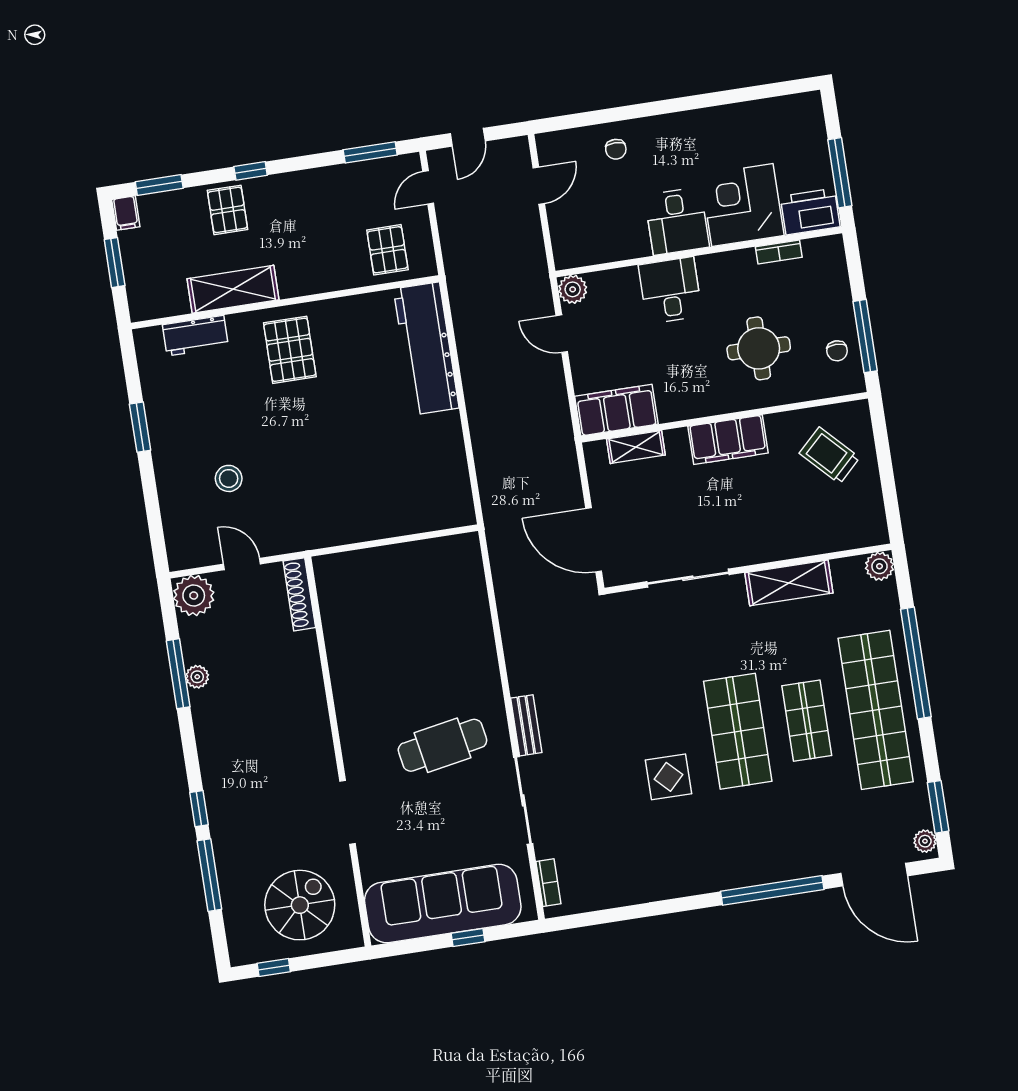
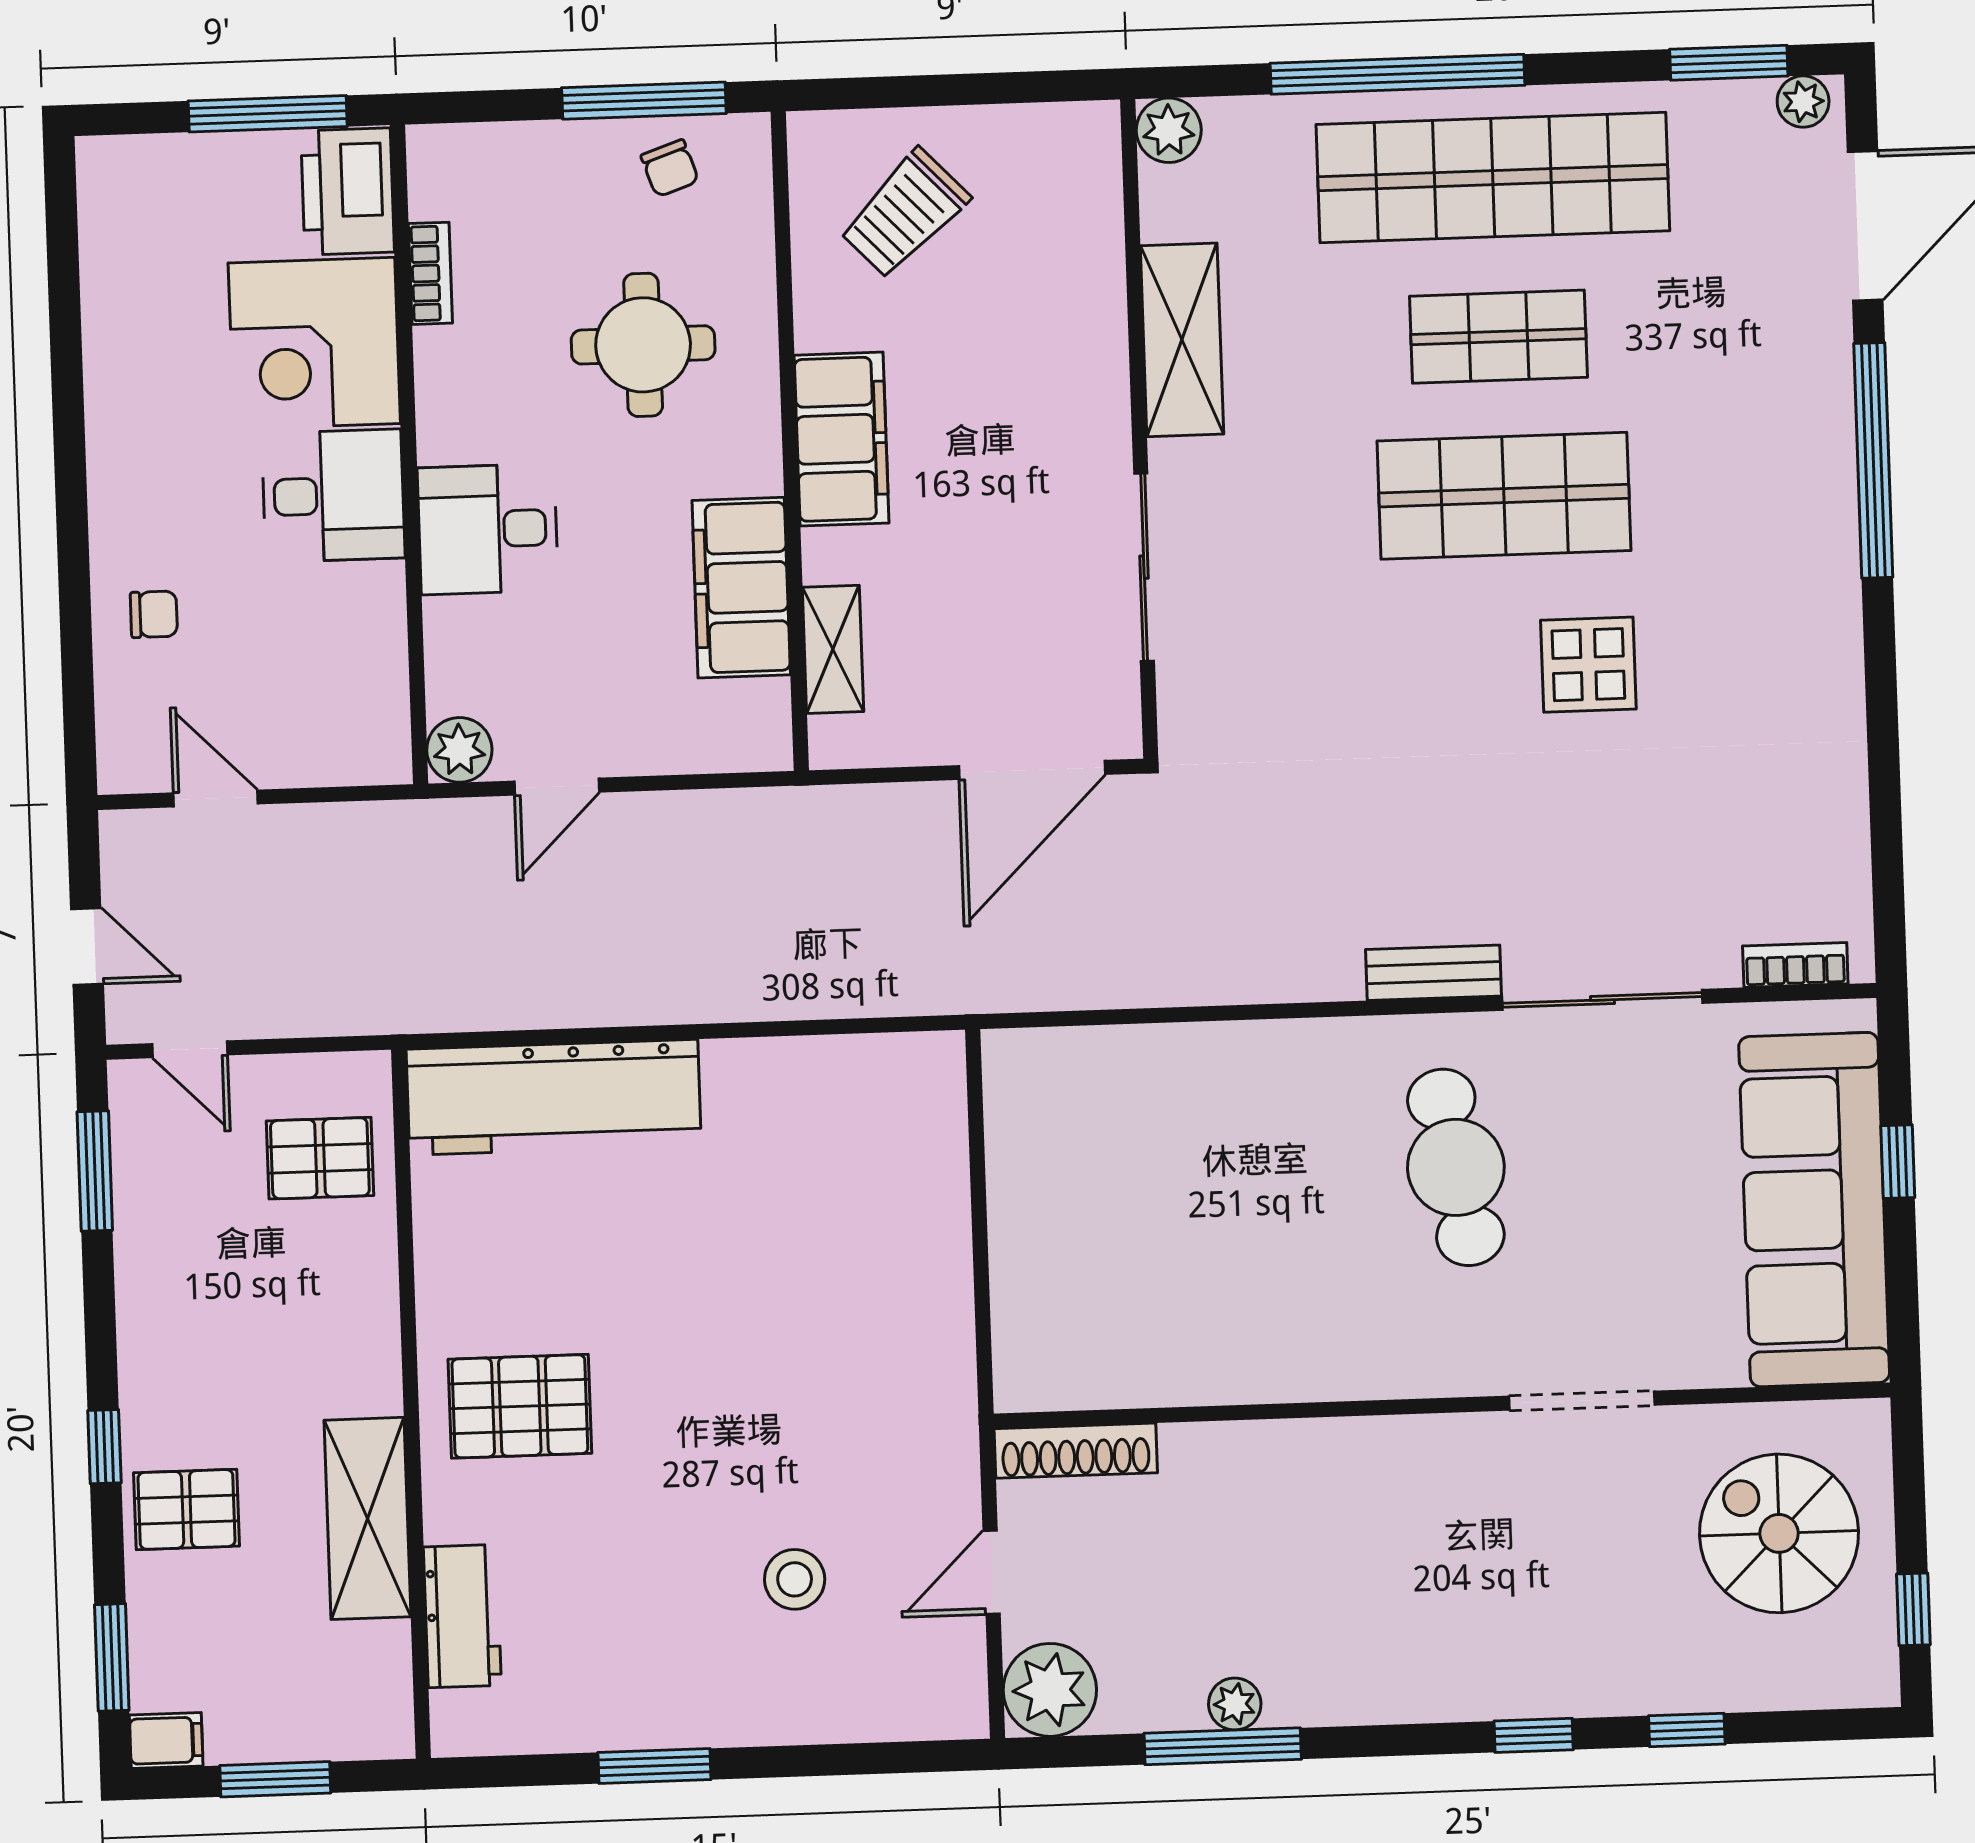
chair: (837, 351) -> (670, 168), turned 71
filing cabinet: (616, 410) -> (741, 588), moved
window: (209, 875) -> (1687, 1730), width x0.46

